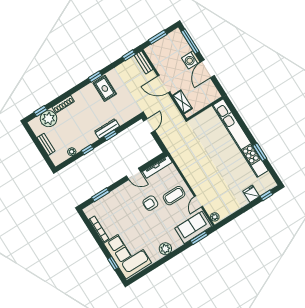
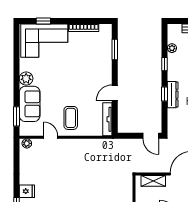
armchair: (150, 203) -> (78, 91), removed
sofa: (193, 227) -> (30, 104), moved

